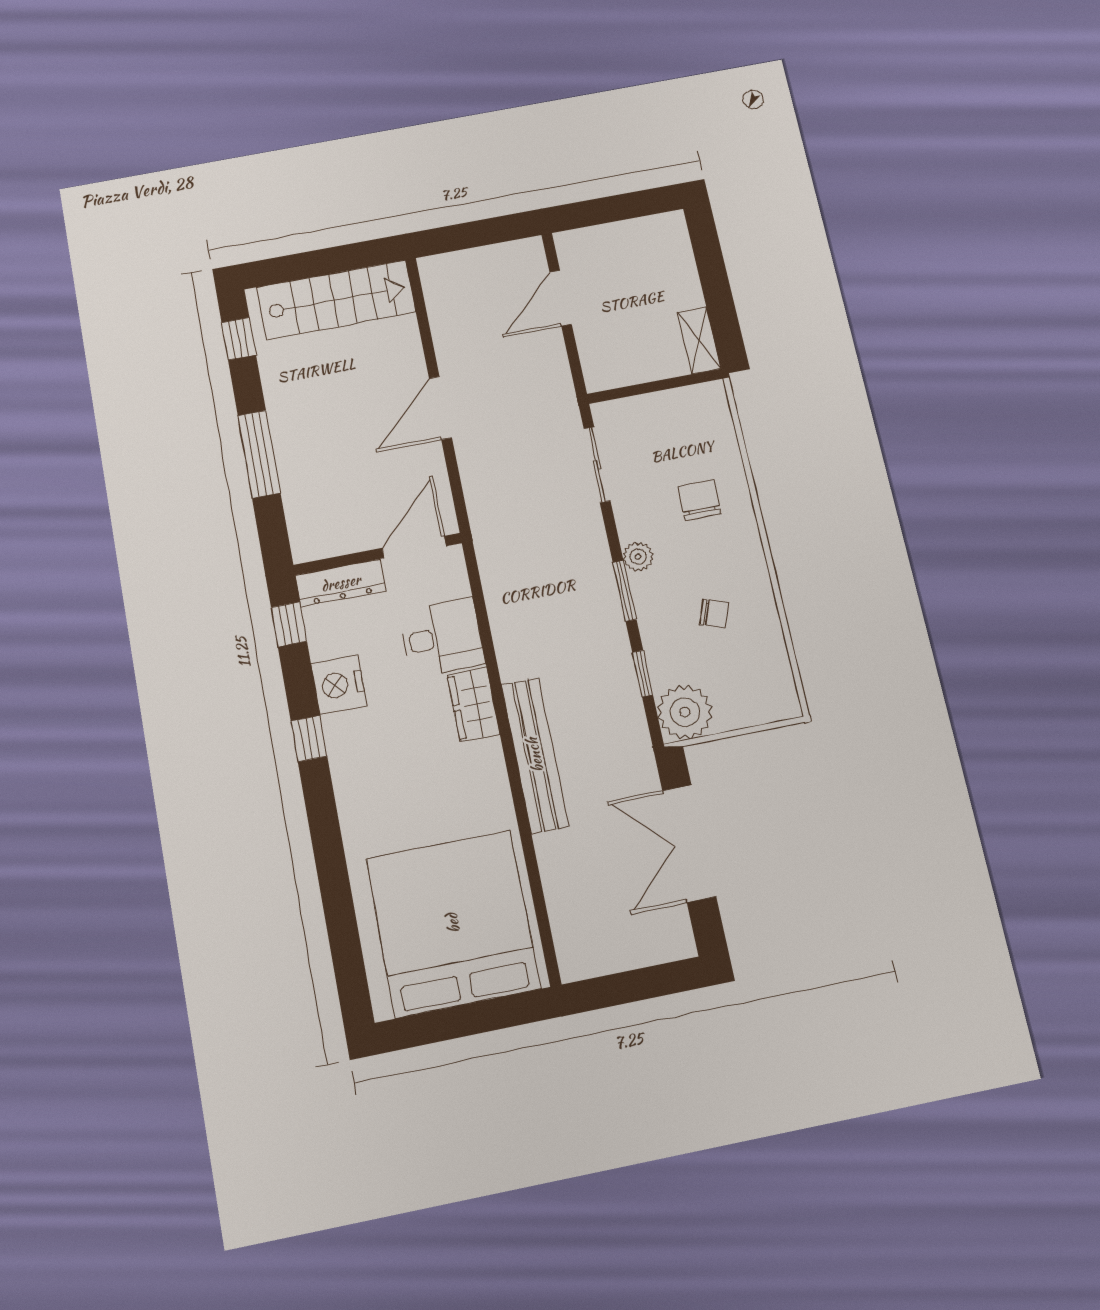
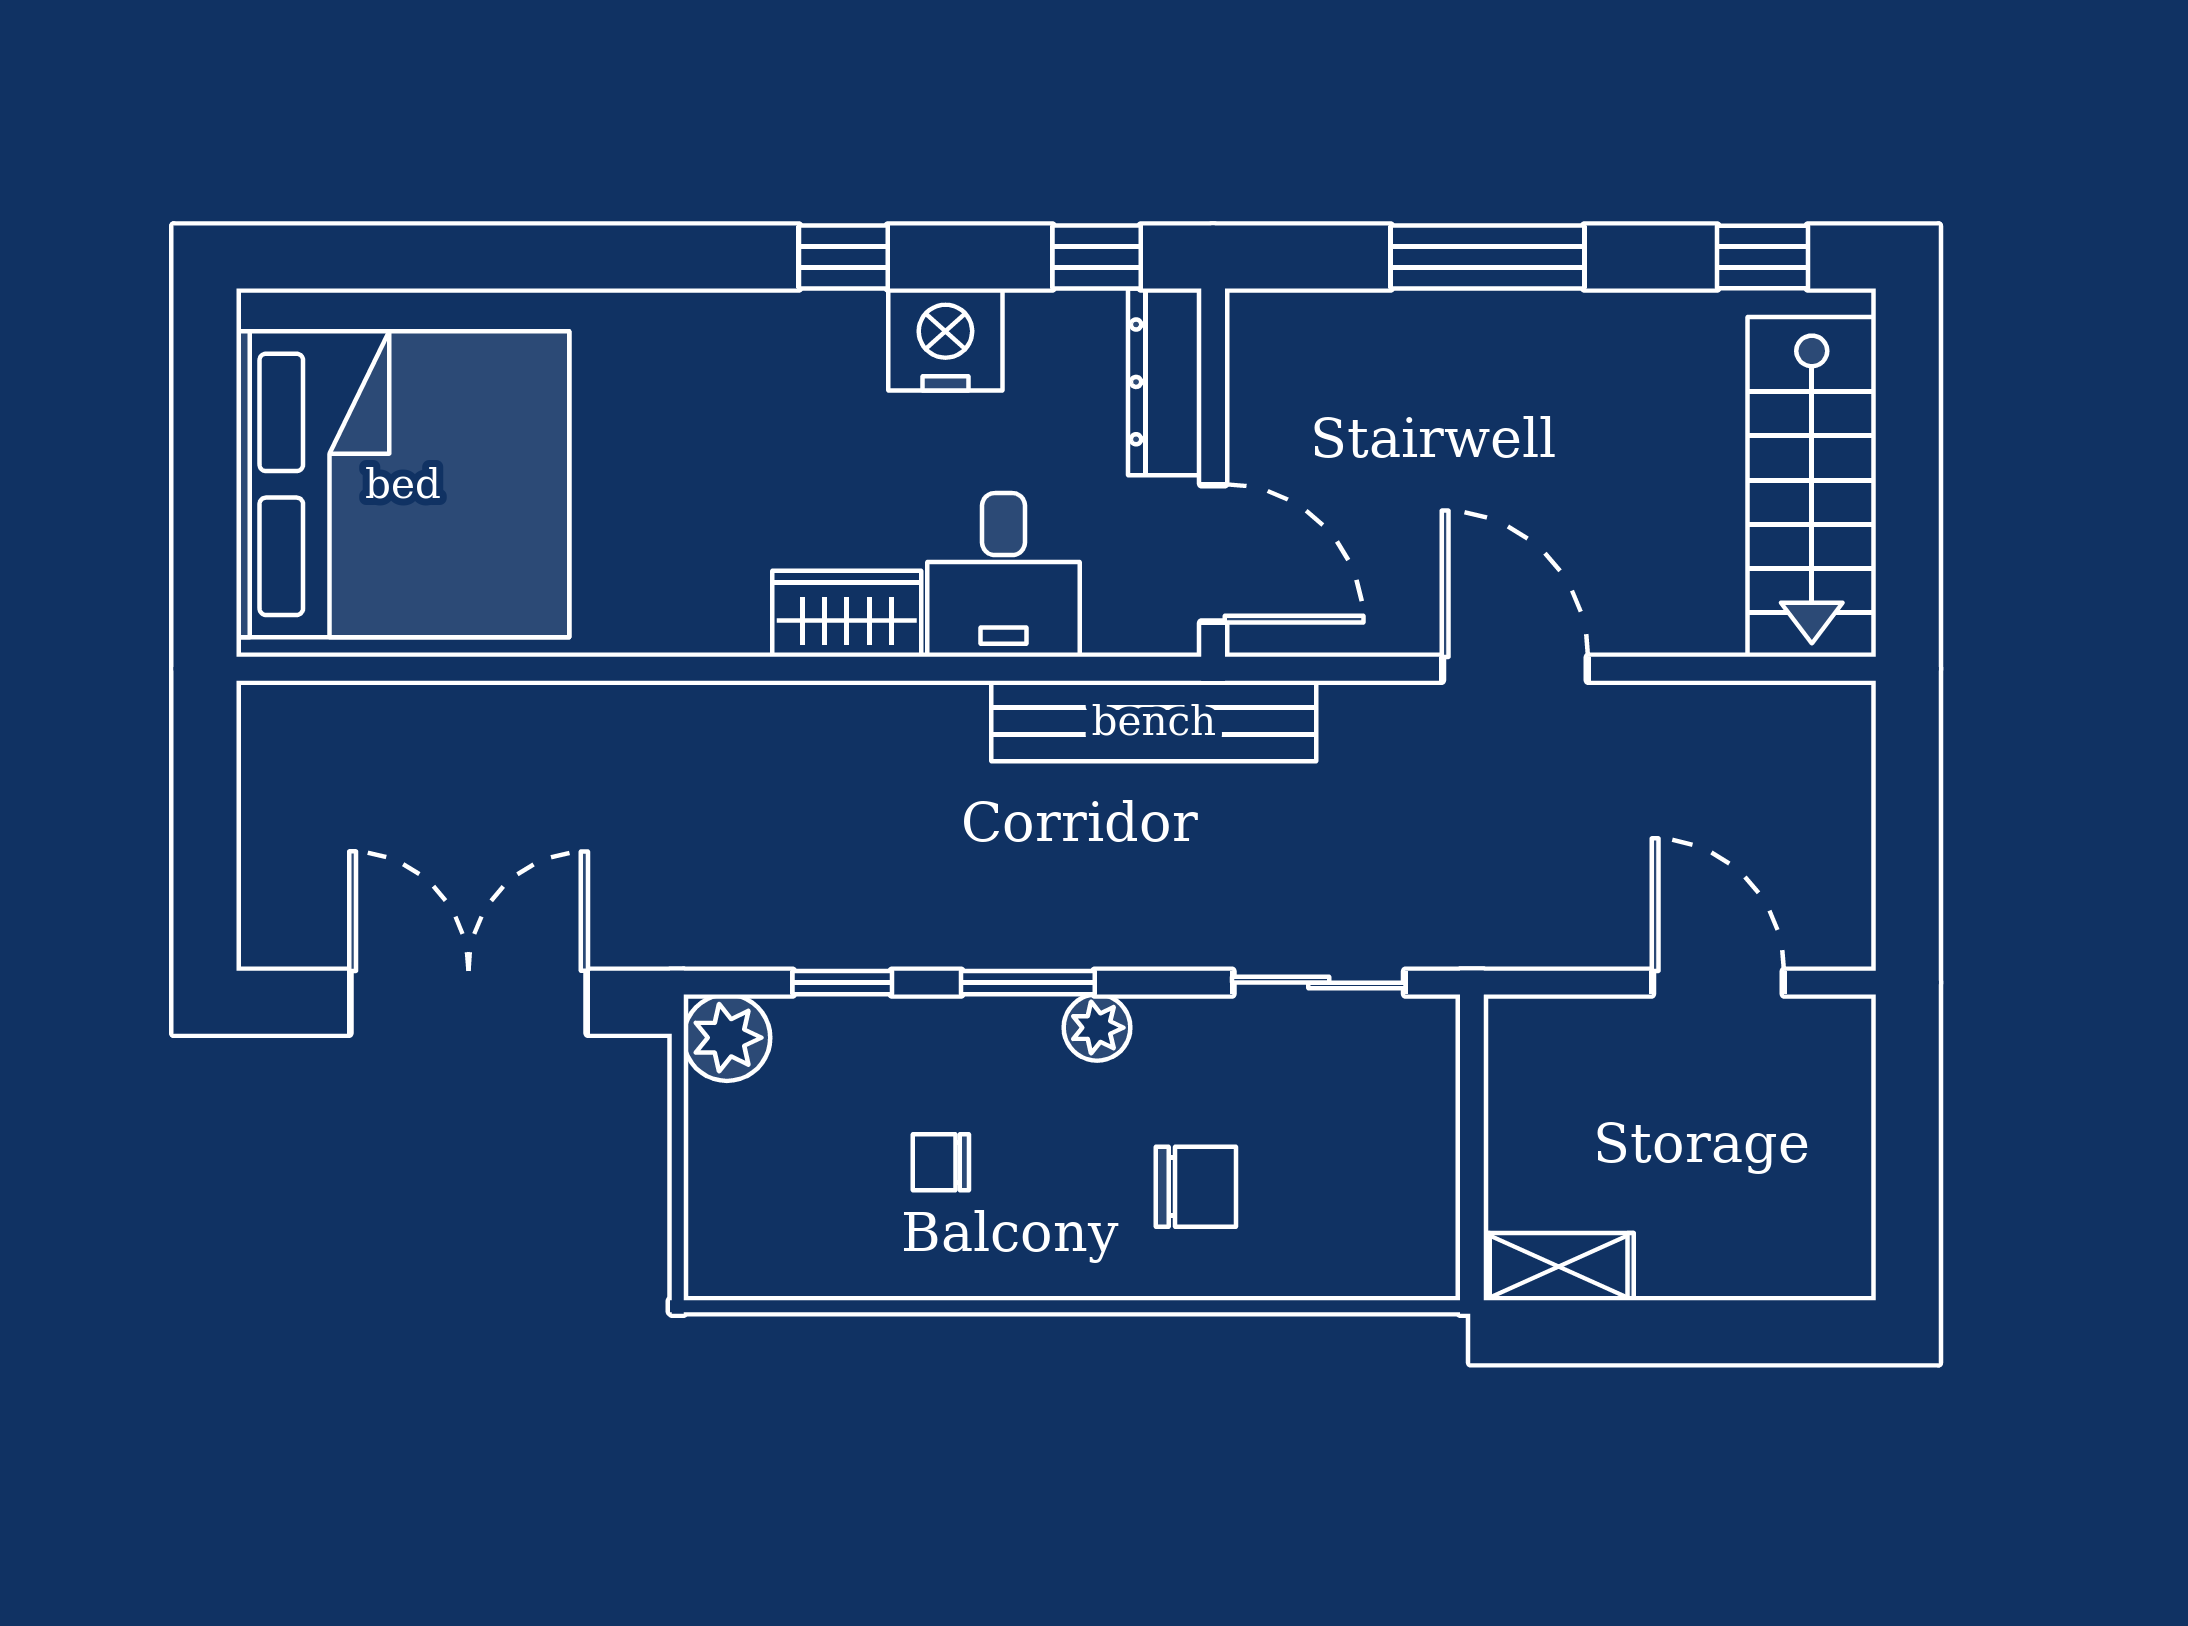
chair: (714, 614) -> (941, 1162), turned 70
plant: (685, 712) -> (727, 1038), width x0.73, depth x0.73
bench: (535, 755) -> (1154, 721), moved

